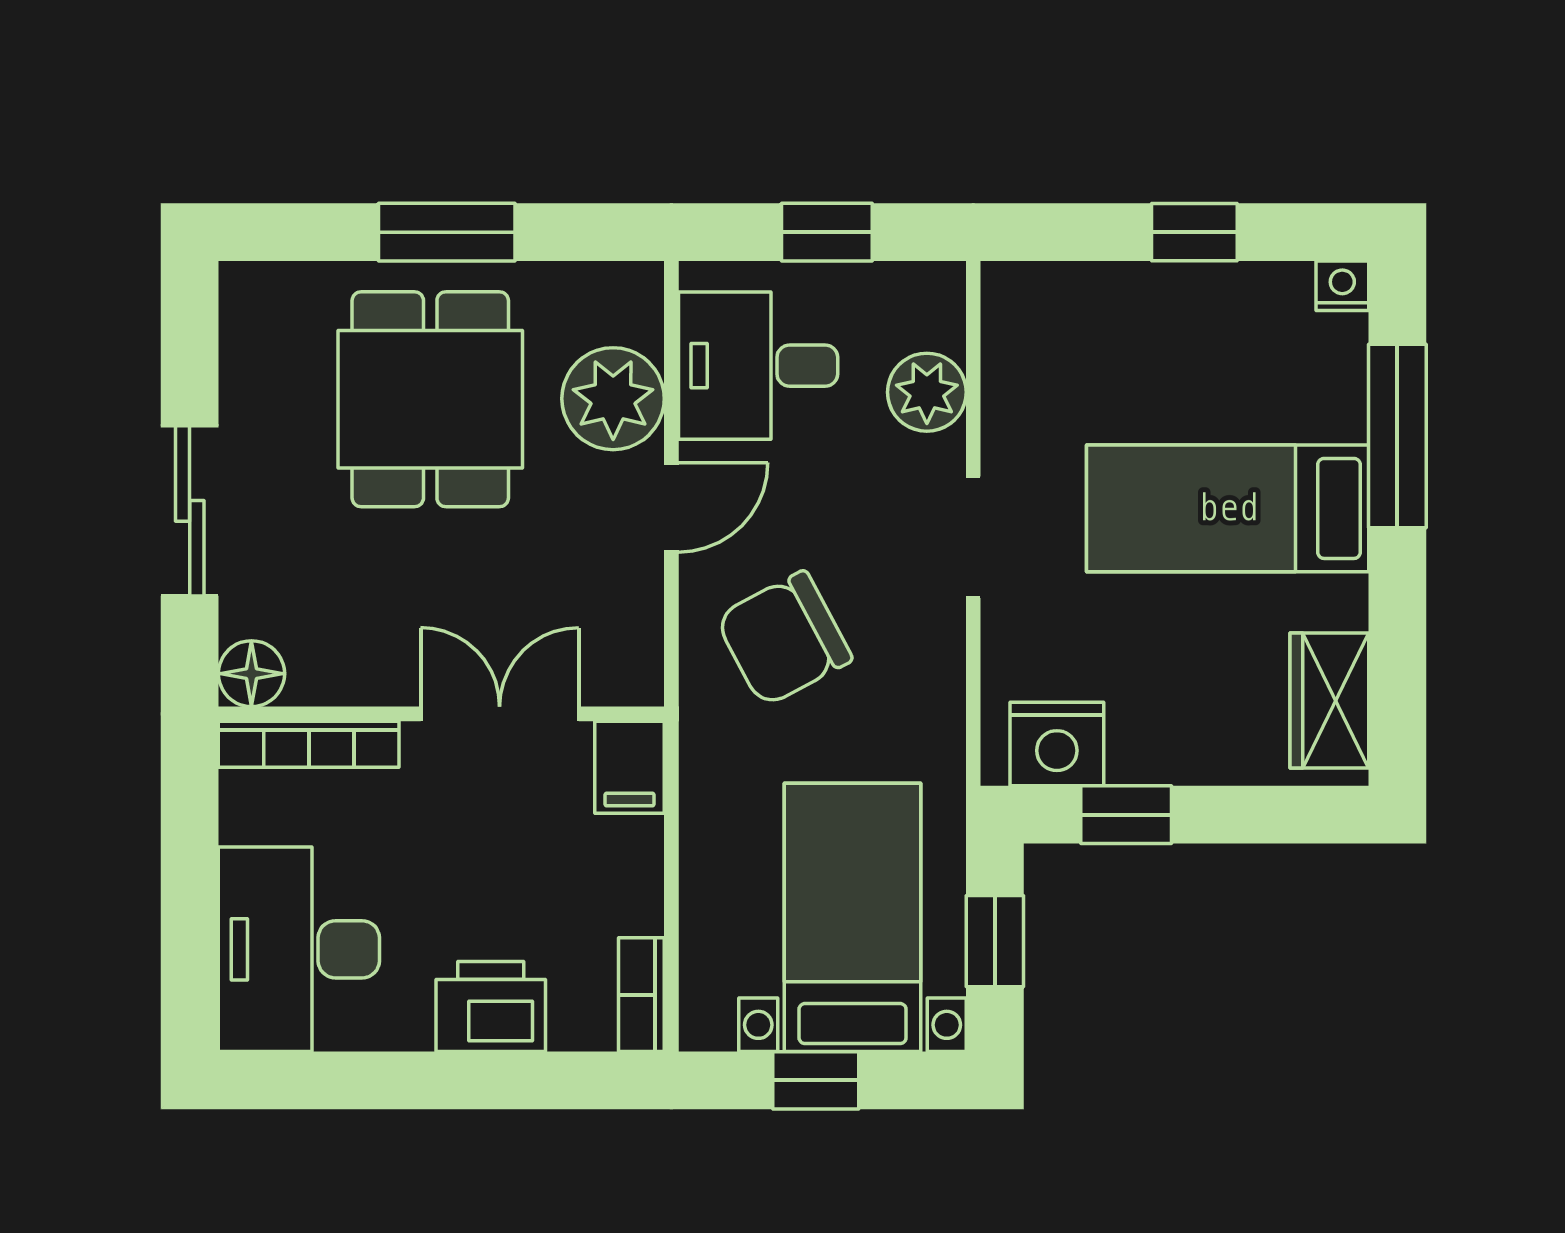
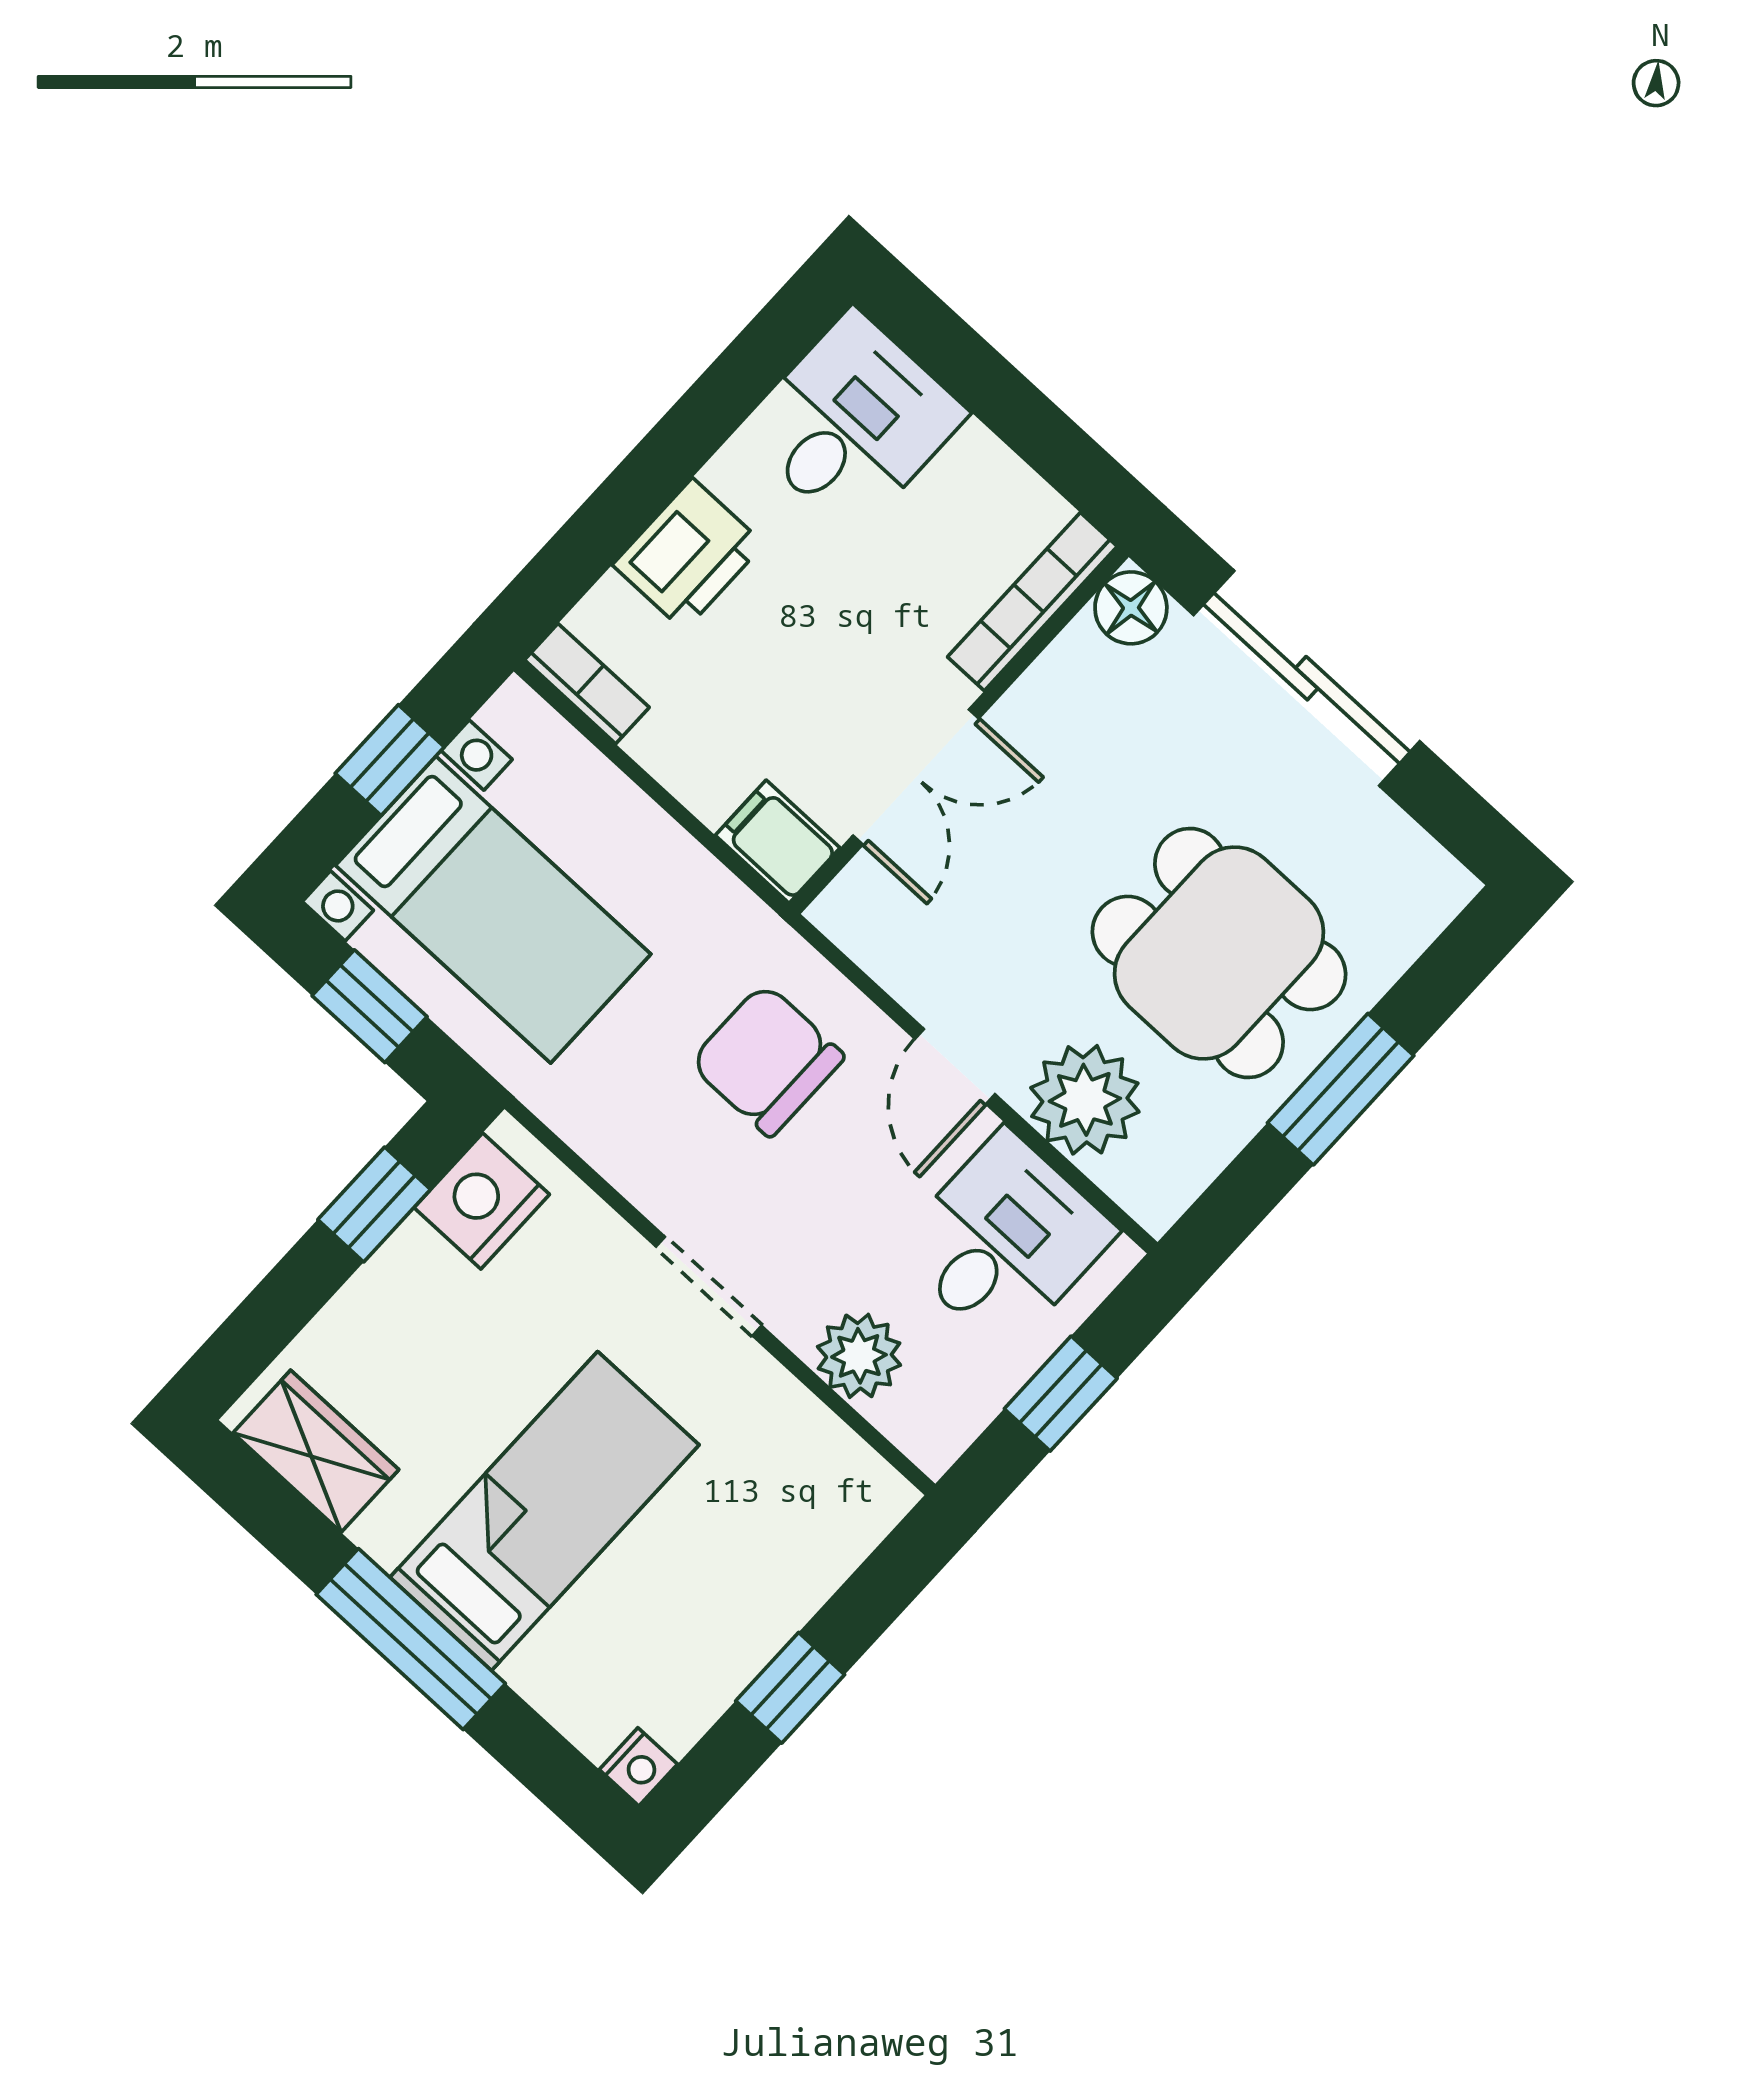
window: (1397, 436) -> (411, 1639), moved
sliding door: (190, 511) -> (1307, 678), width x1.37
chair: (784, 639) -> (767, 1060), turned -62
desk: (299, 949) -> (853, 422), width x0.73

